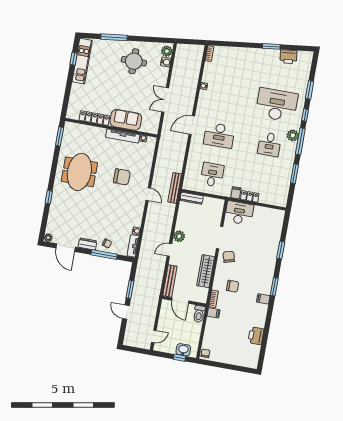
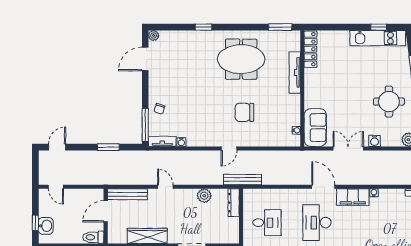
water cooler: (166, 62) -> (375, 141), moved
filing cabinet: (204, 103) -> (353, 197), added
locker: (94, 118) -> (310, 49), moved
sofa: (126, 120) -> (315, 128), moved
tv unit: (123, 136) -> (295, 73), moved
chair: (122, 177) -> (244, 112), turned 90
plant: (179, 236) -> (204, 196), moved
dresser: (87, 244) -> (154, 85), removed
window: (104, 255) -> (145, 125), moved
door: (126, 312) -> (57, 147), moved

